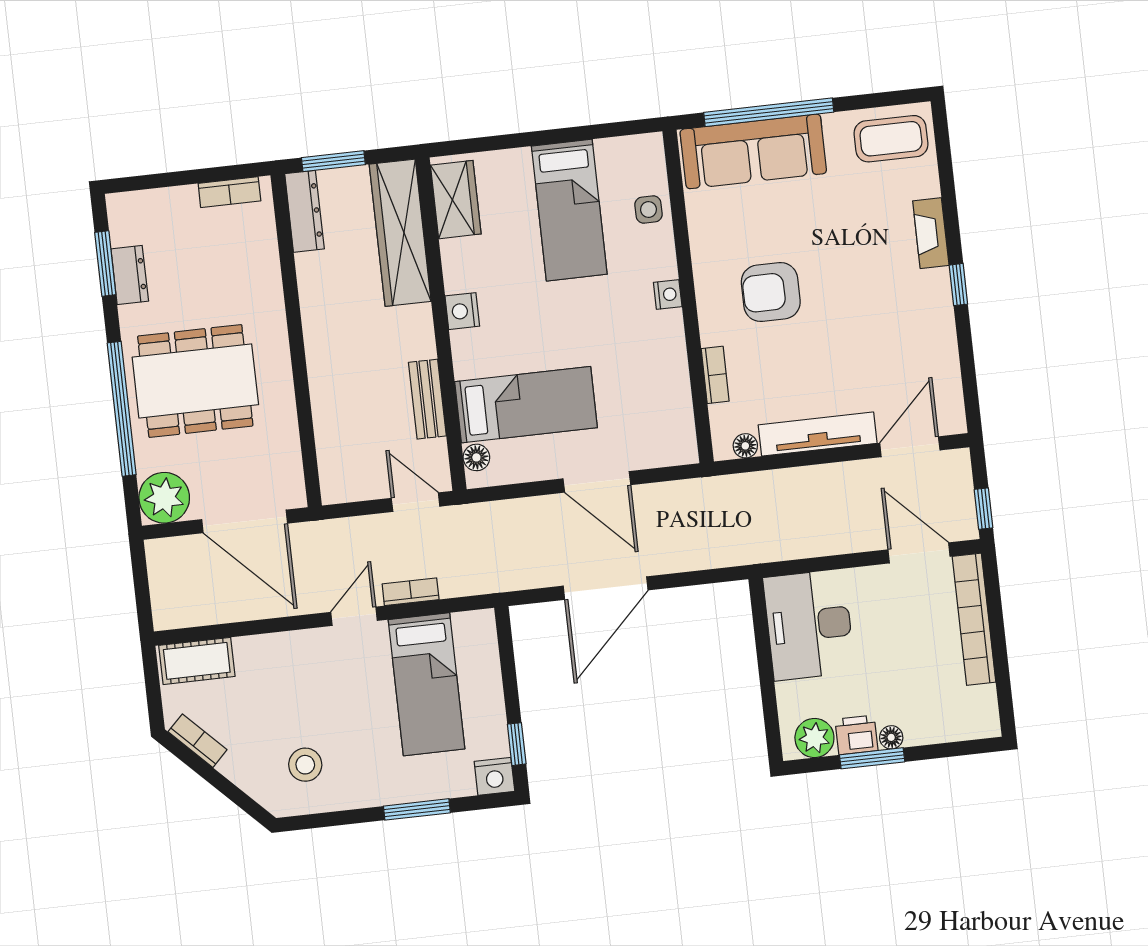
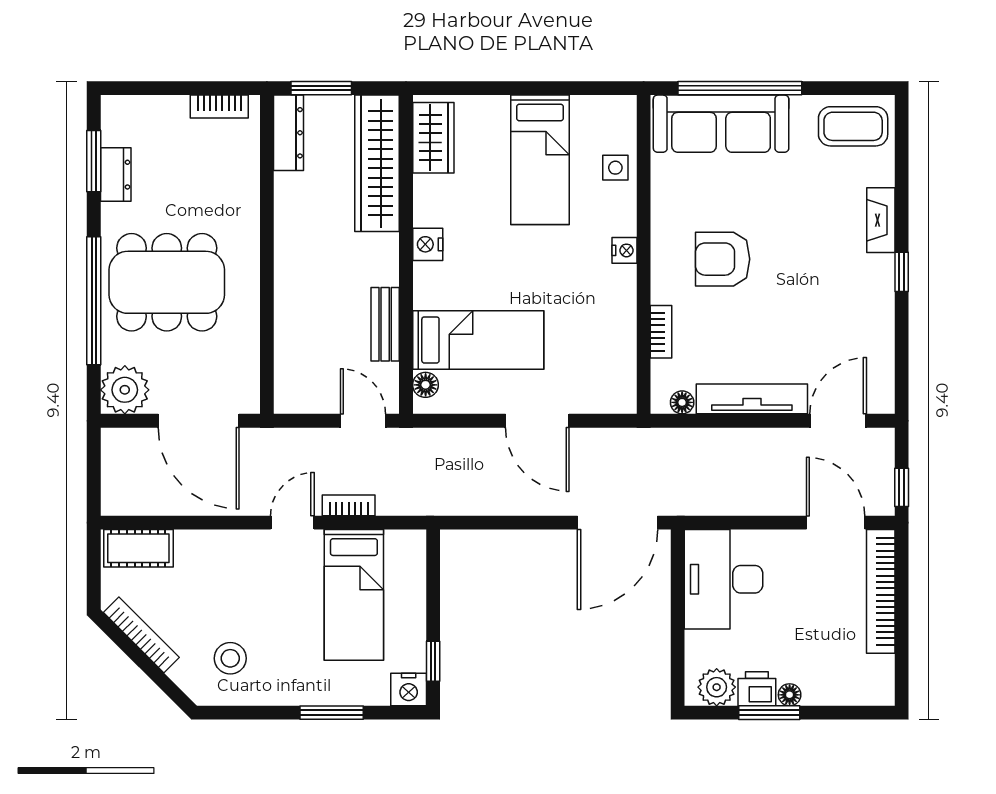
door: (606, 588) -> (618, 523), moved
bookcase: (198, 741) -> (141, 635), width x1.56

